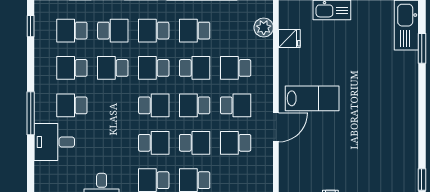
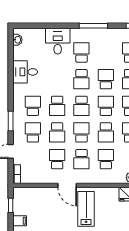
school desk: (72, 68) -> (81, 79), moved, turned 180
lab bench: (312, 98) -> (86, 209), turned 180
window: (31, 113) -> (93, 26), moved

